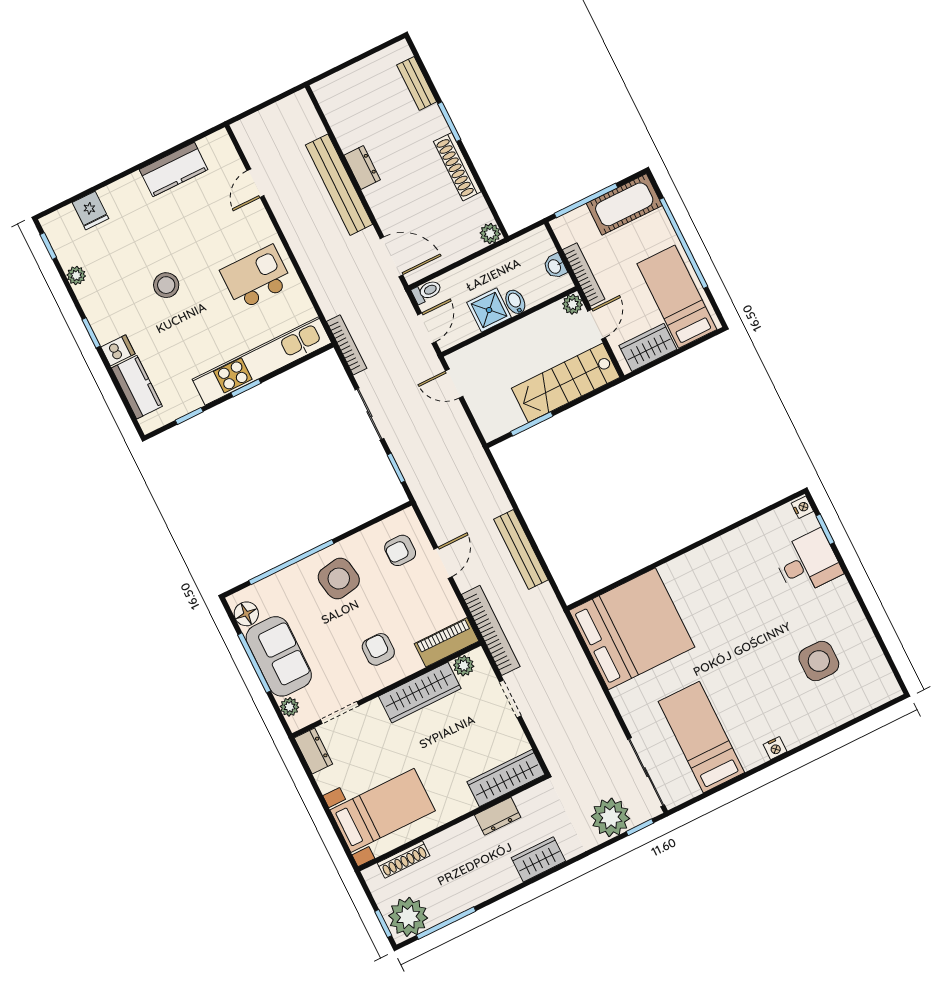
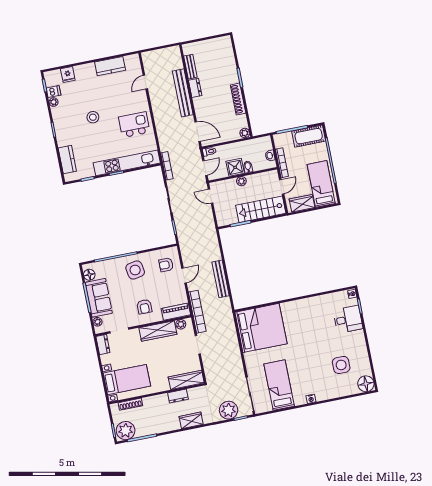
bench: (417, 83) -> (190, 67), moved
plant: (572, 304) -> (241, 181), moved
dishwasher: (118, 350) -> (53, 92), moved
armchair: (378, 649) -> (144, 307), turned 180
floor lamp: (881, 686) -> (366, 384), added

